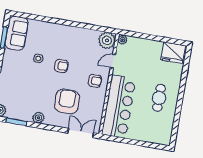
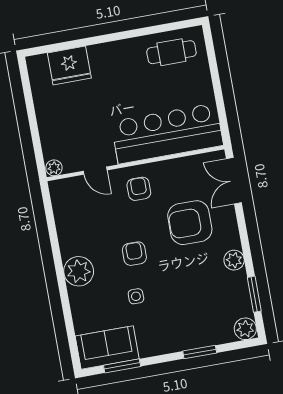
plant: (107, 40) -> (79, 271), moved
fridge: (173, 53) -> (69, 65), moved, turned 90
cafe table: (159, 98) -> (171, 52), moved

